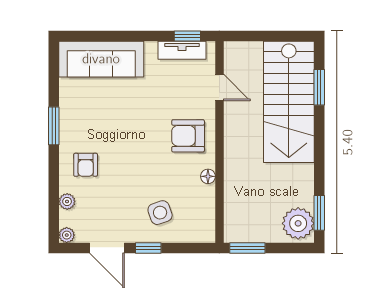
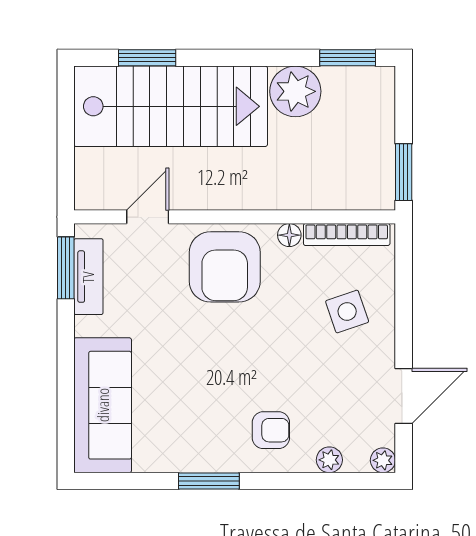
window: (187, 36) -> (66, 268), width x1.50
armchair: (188, 136) -> (225, 267), width x1.36, depth x1.36
bookcase: (208, 212) -> (347, 234), added
plant: (298, 223) -> (295, 91), moved
window: (148, 248) -> (404, 330), removed

